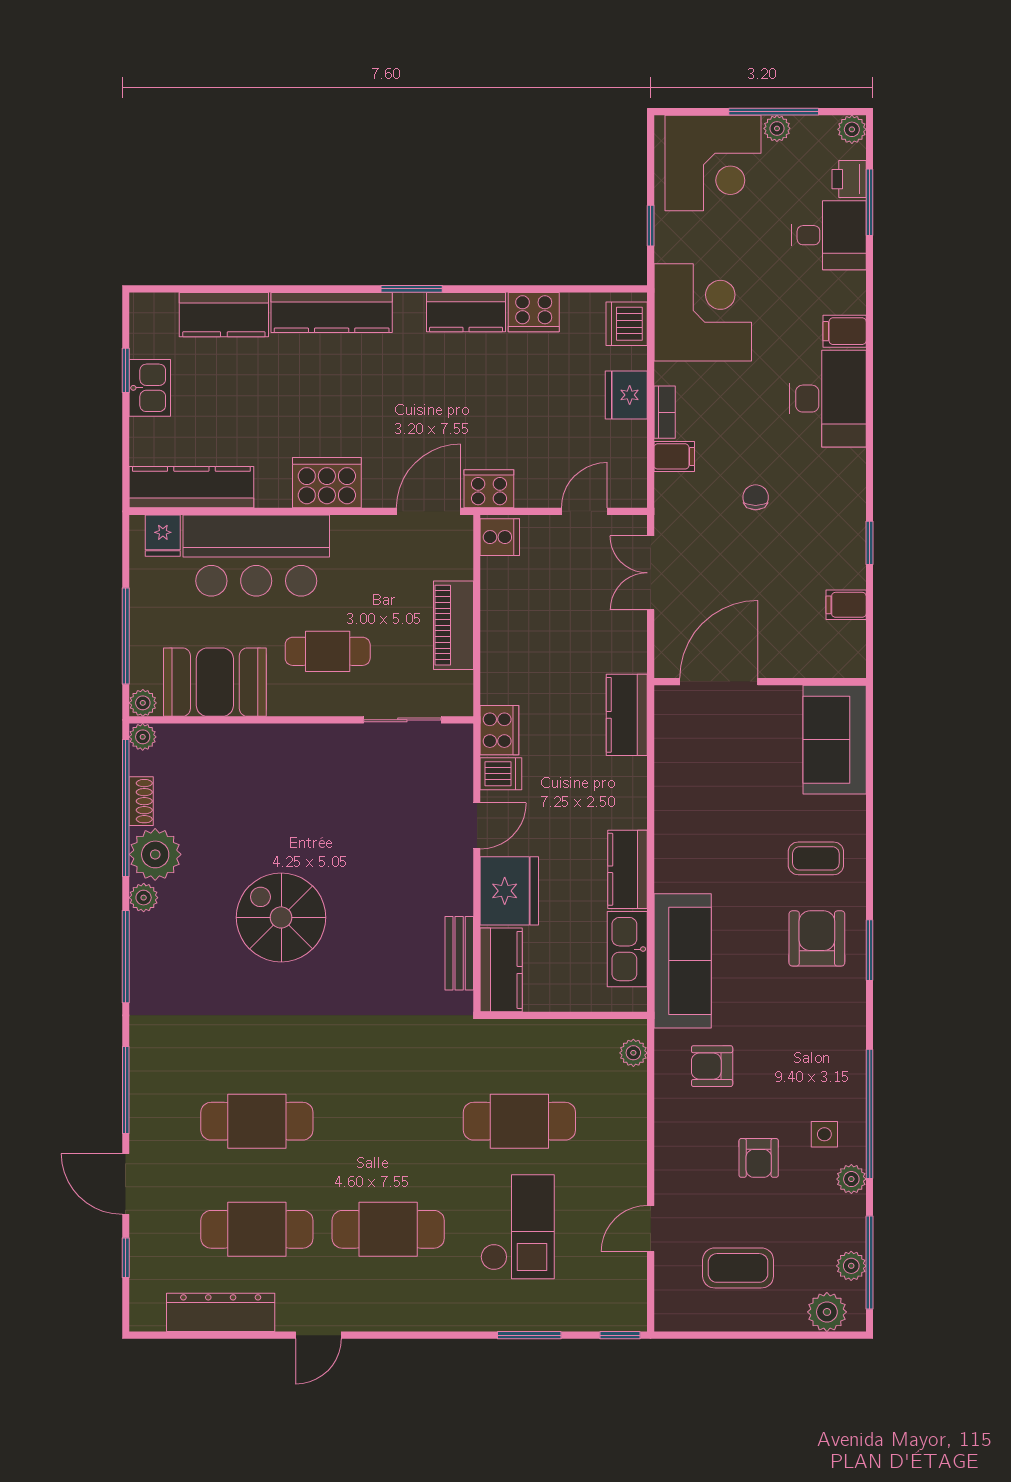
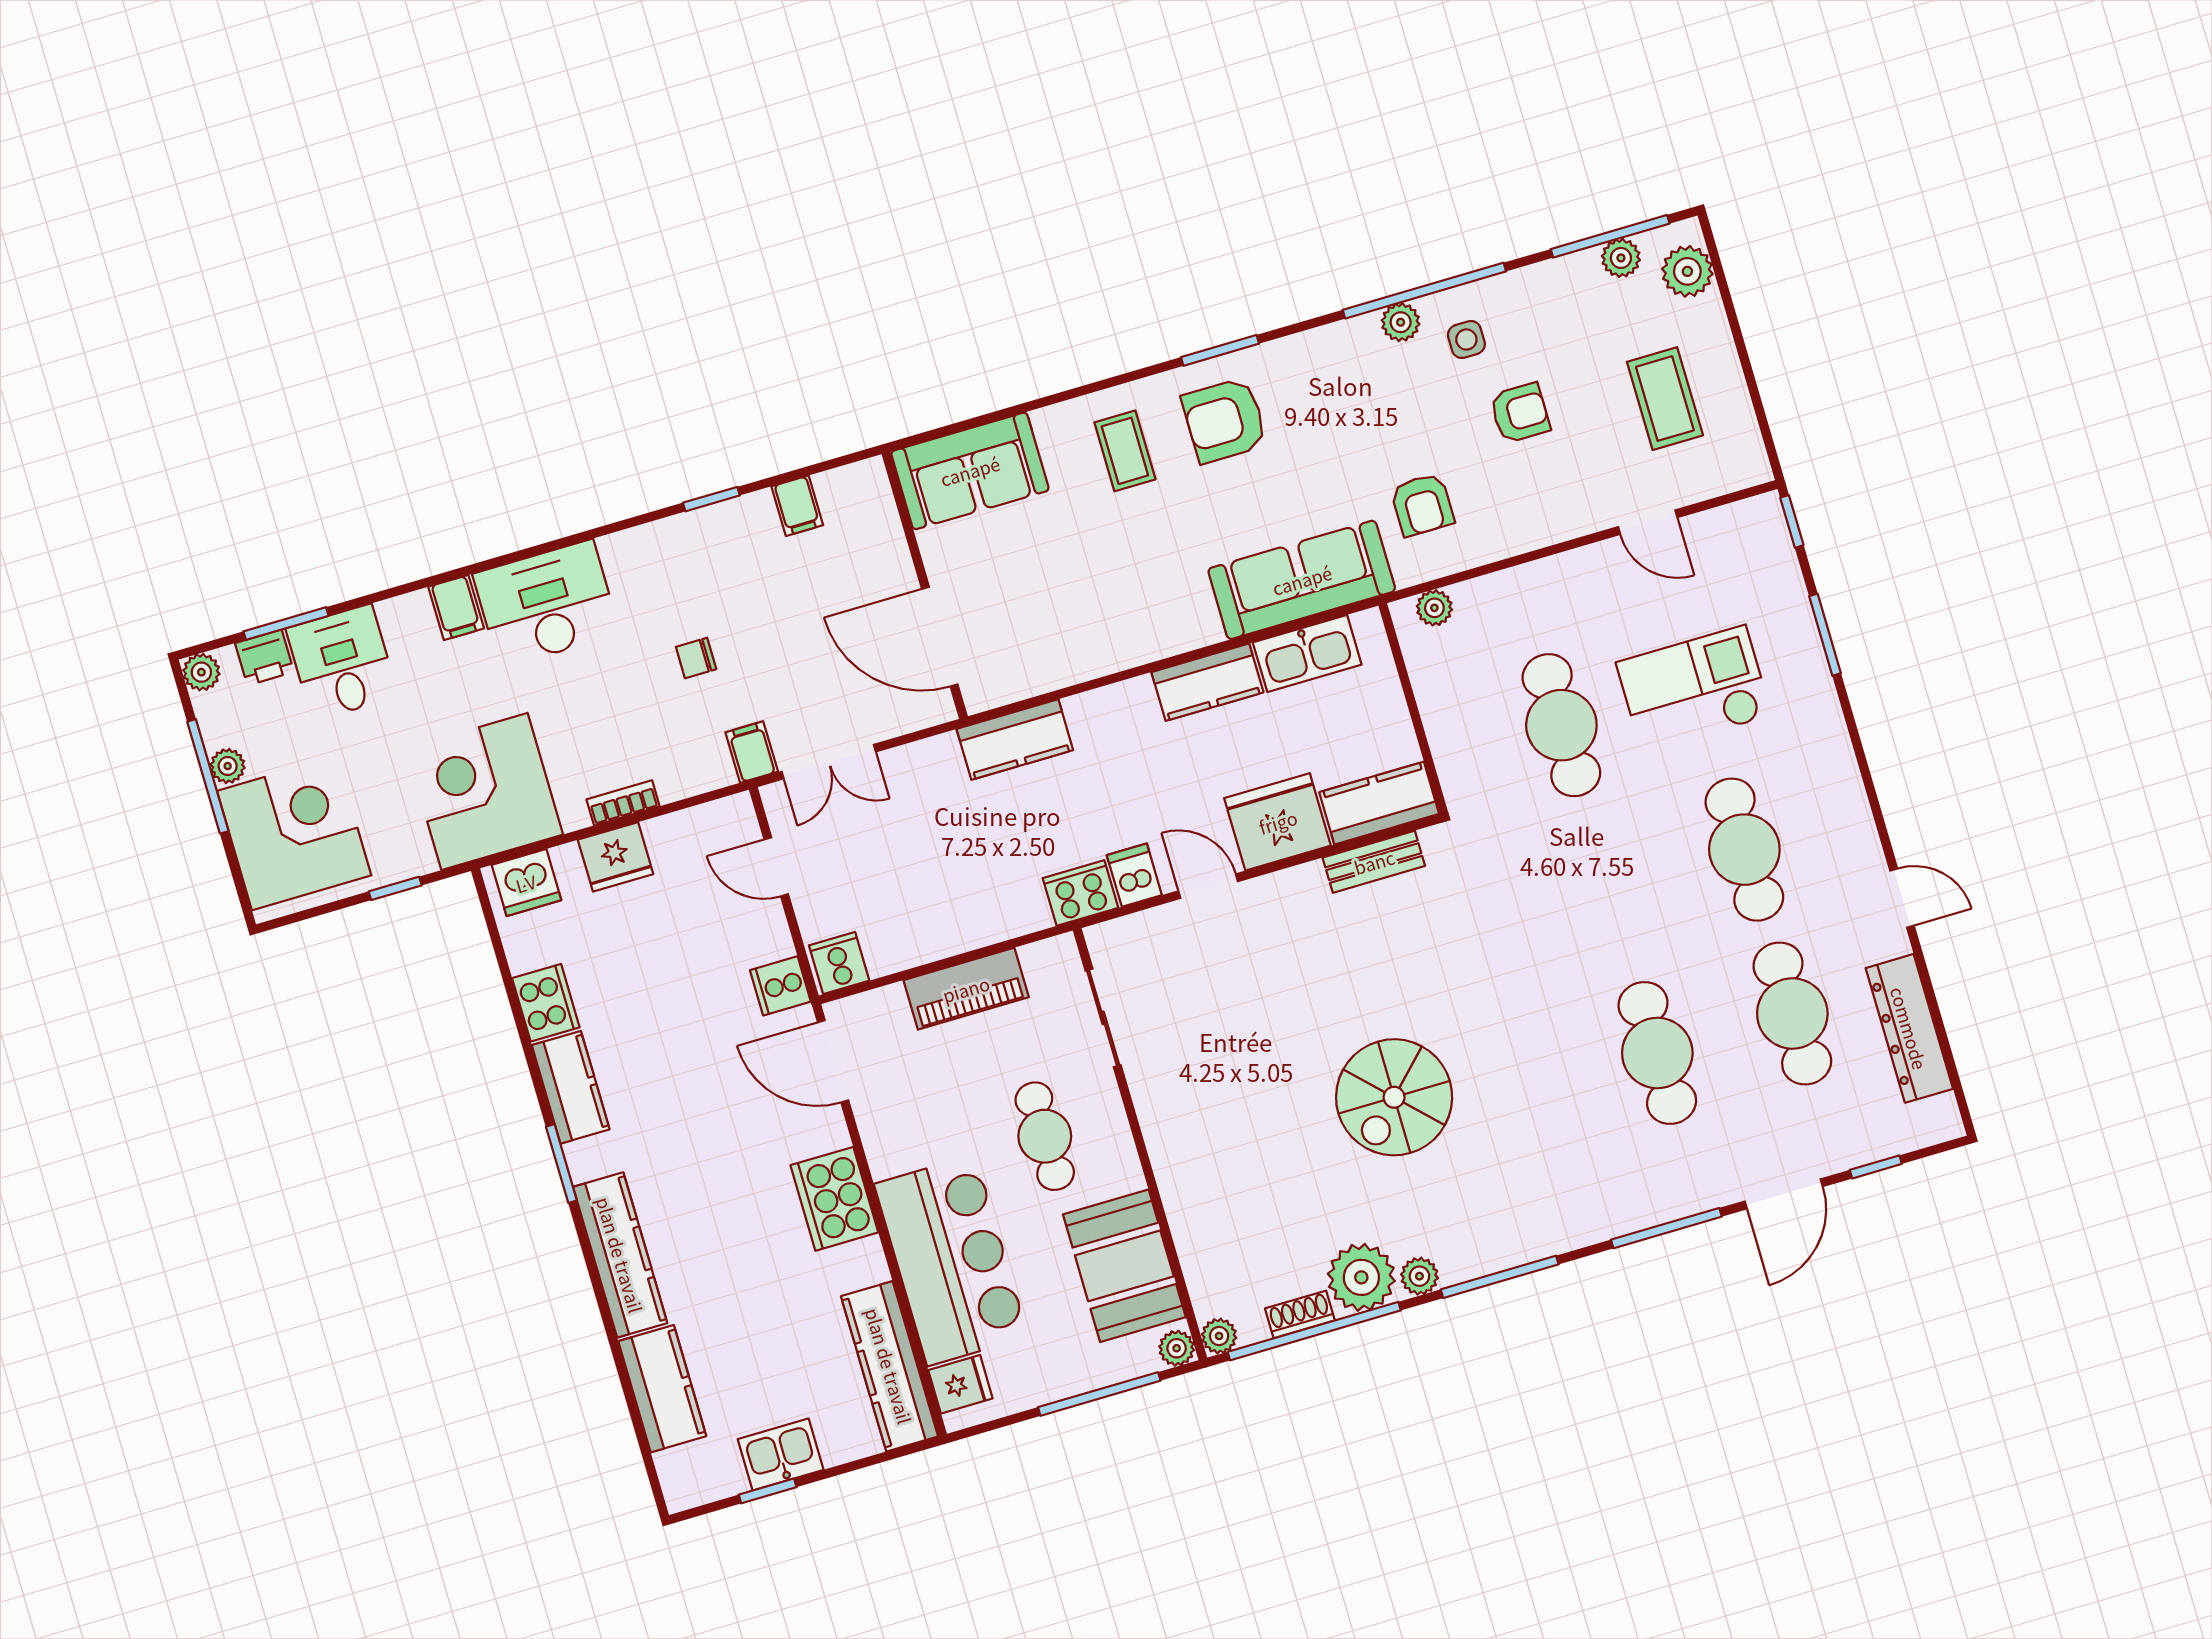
filing cabinet: (674, 456) -> (752, 752), moved
cooker: (489, 489) -> (780, 986), width x0.73
plant: (851, 1179) -> (1401, 322), moved

